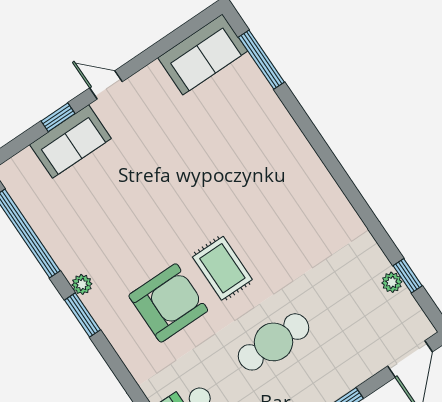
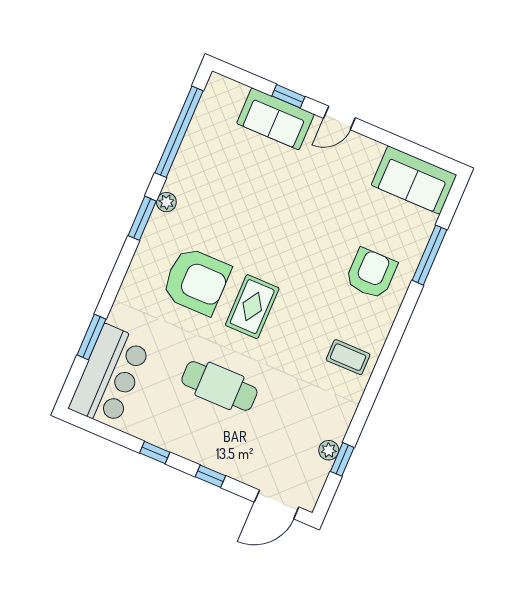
window: (261, 60) -> (429, 255), moved
door: (106, 85) -> (339, 118), swing flipped
armchair: (261, 145) -> (371, 274), added
coffee table: (321, 213) -> (348, 357), added

